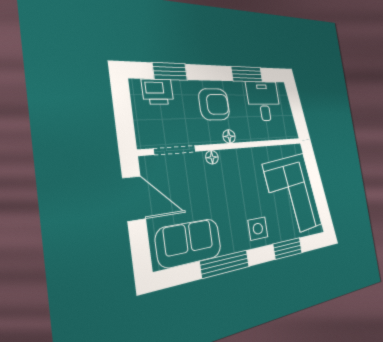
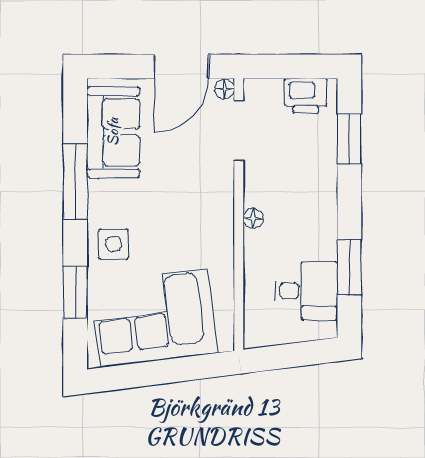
printer: (158, 92) -> (306, 96), moved, turned -90
armchair: (214, 104) -> (302, 201), removed
floor lamp: (212, 157) -> (225, 89), moved

